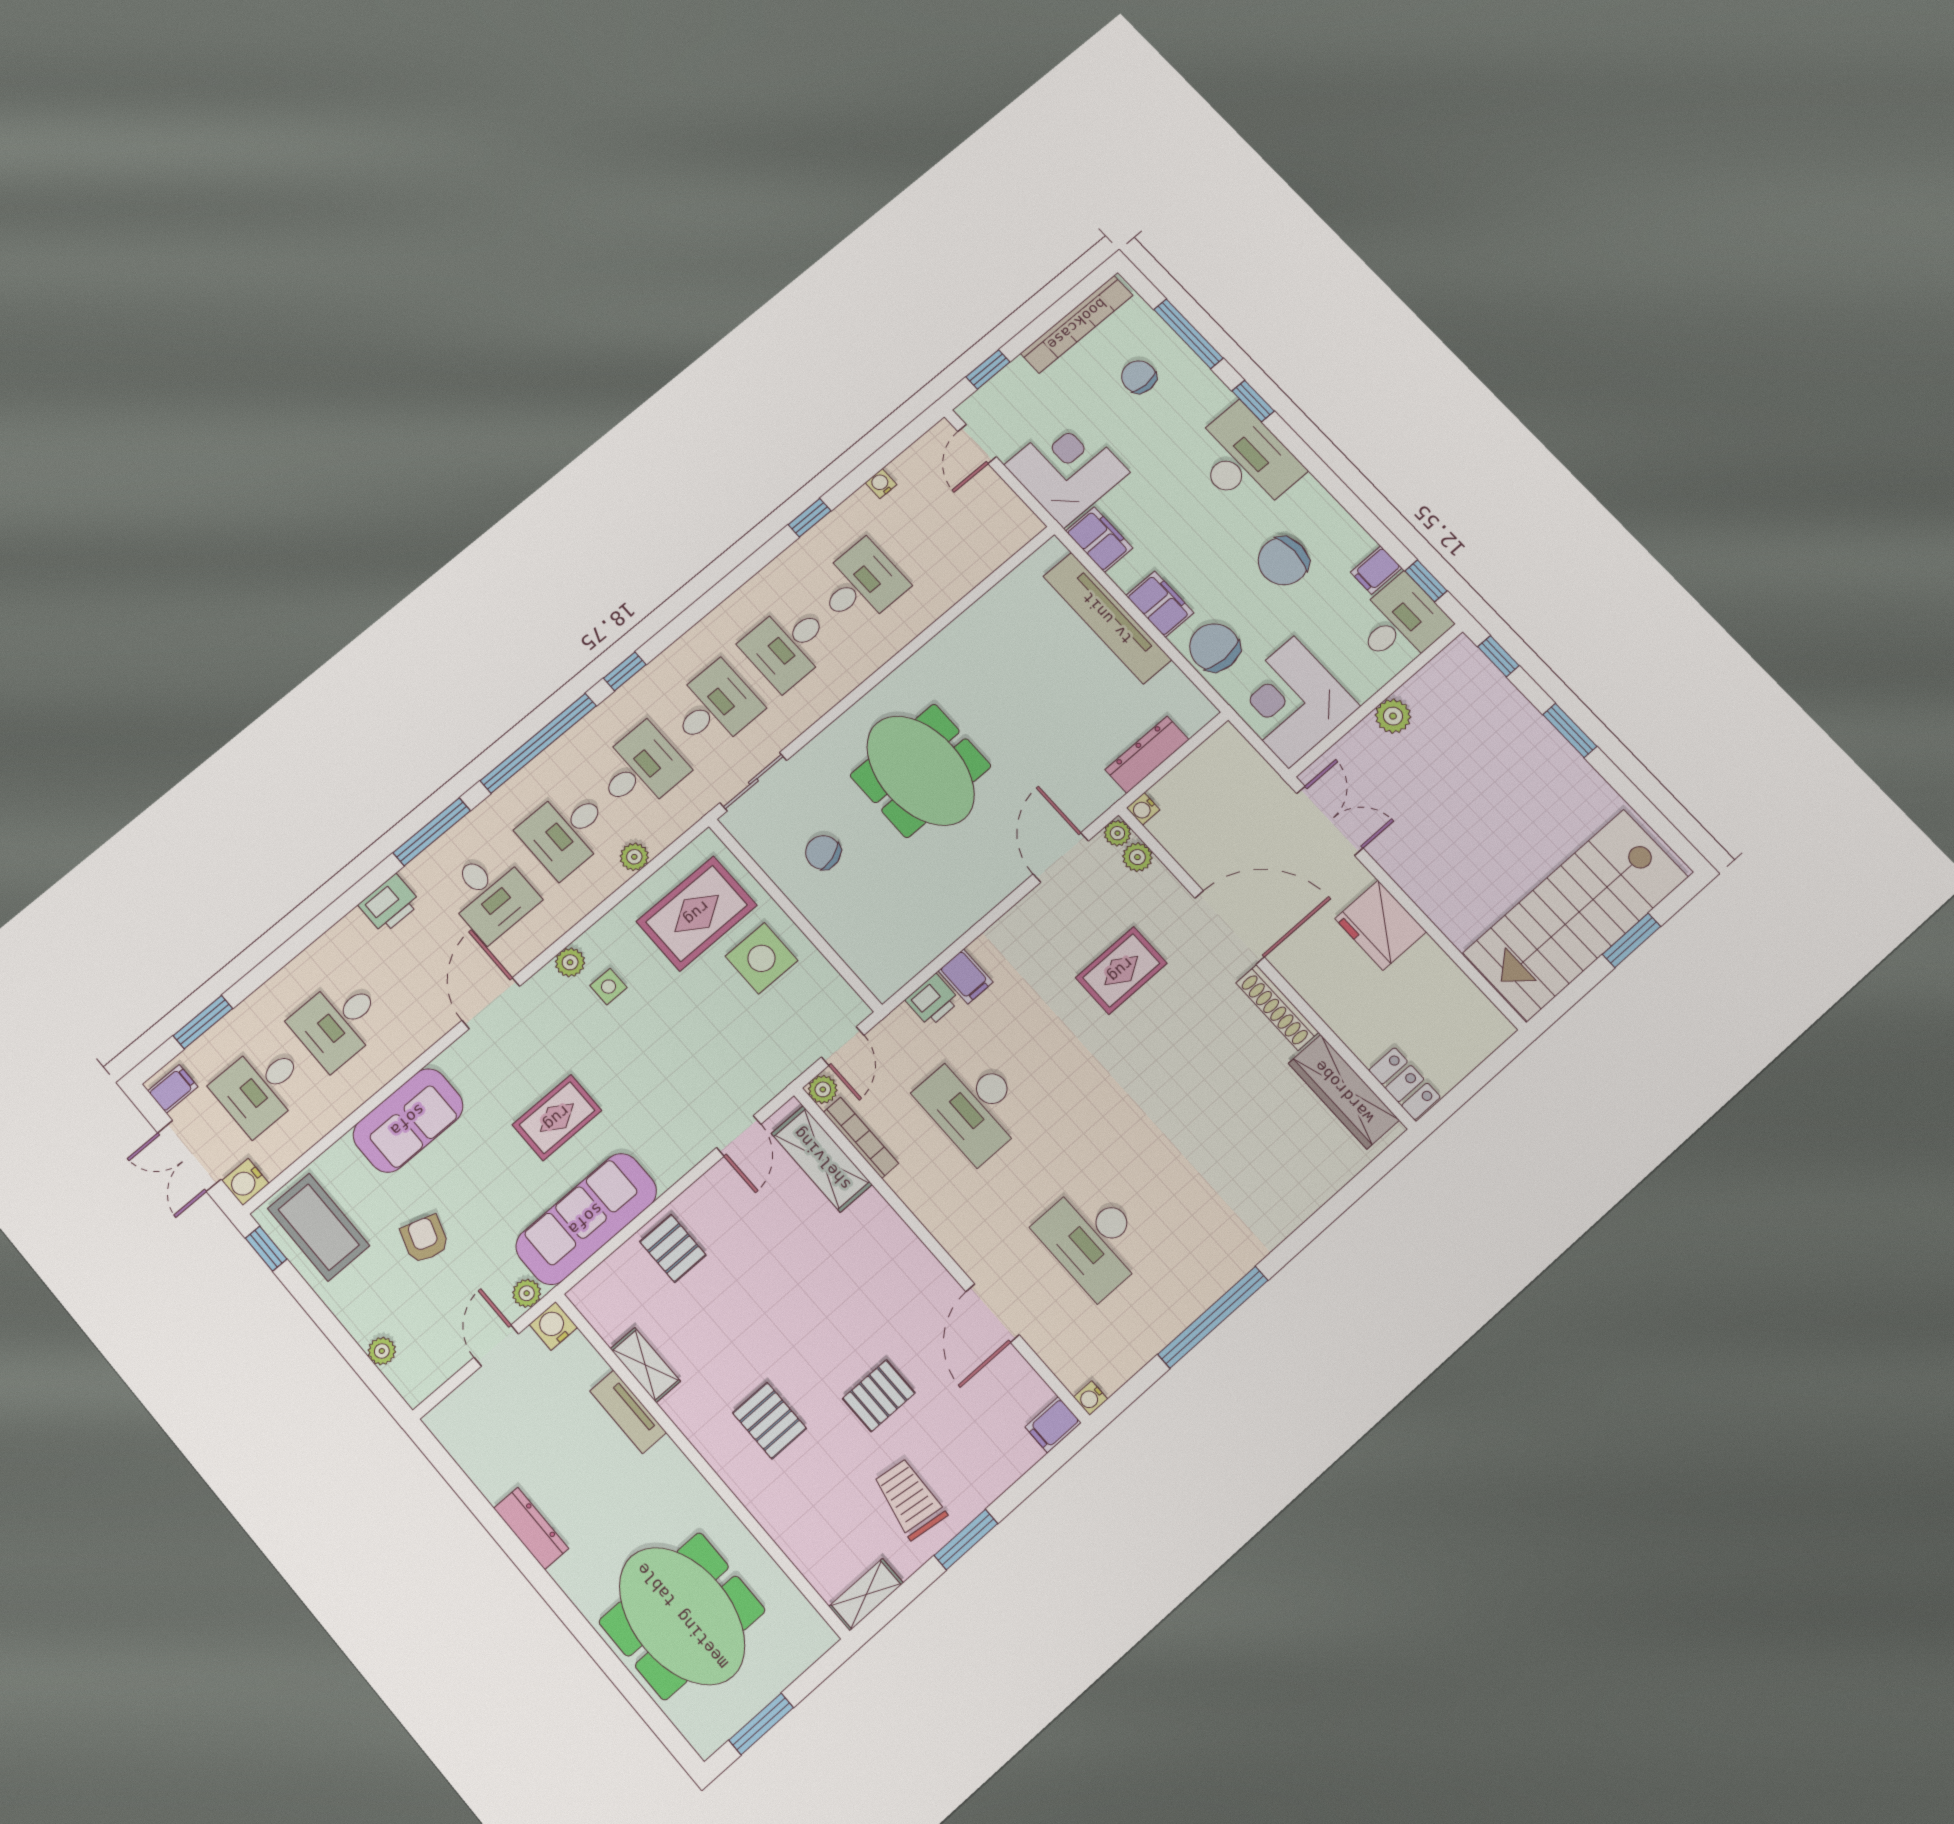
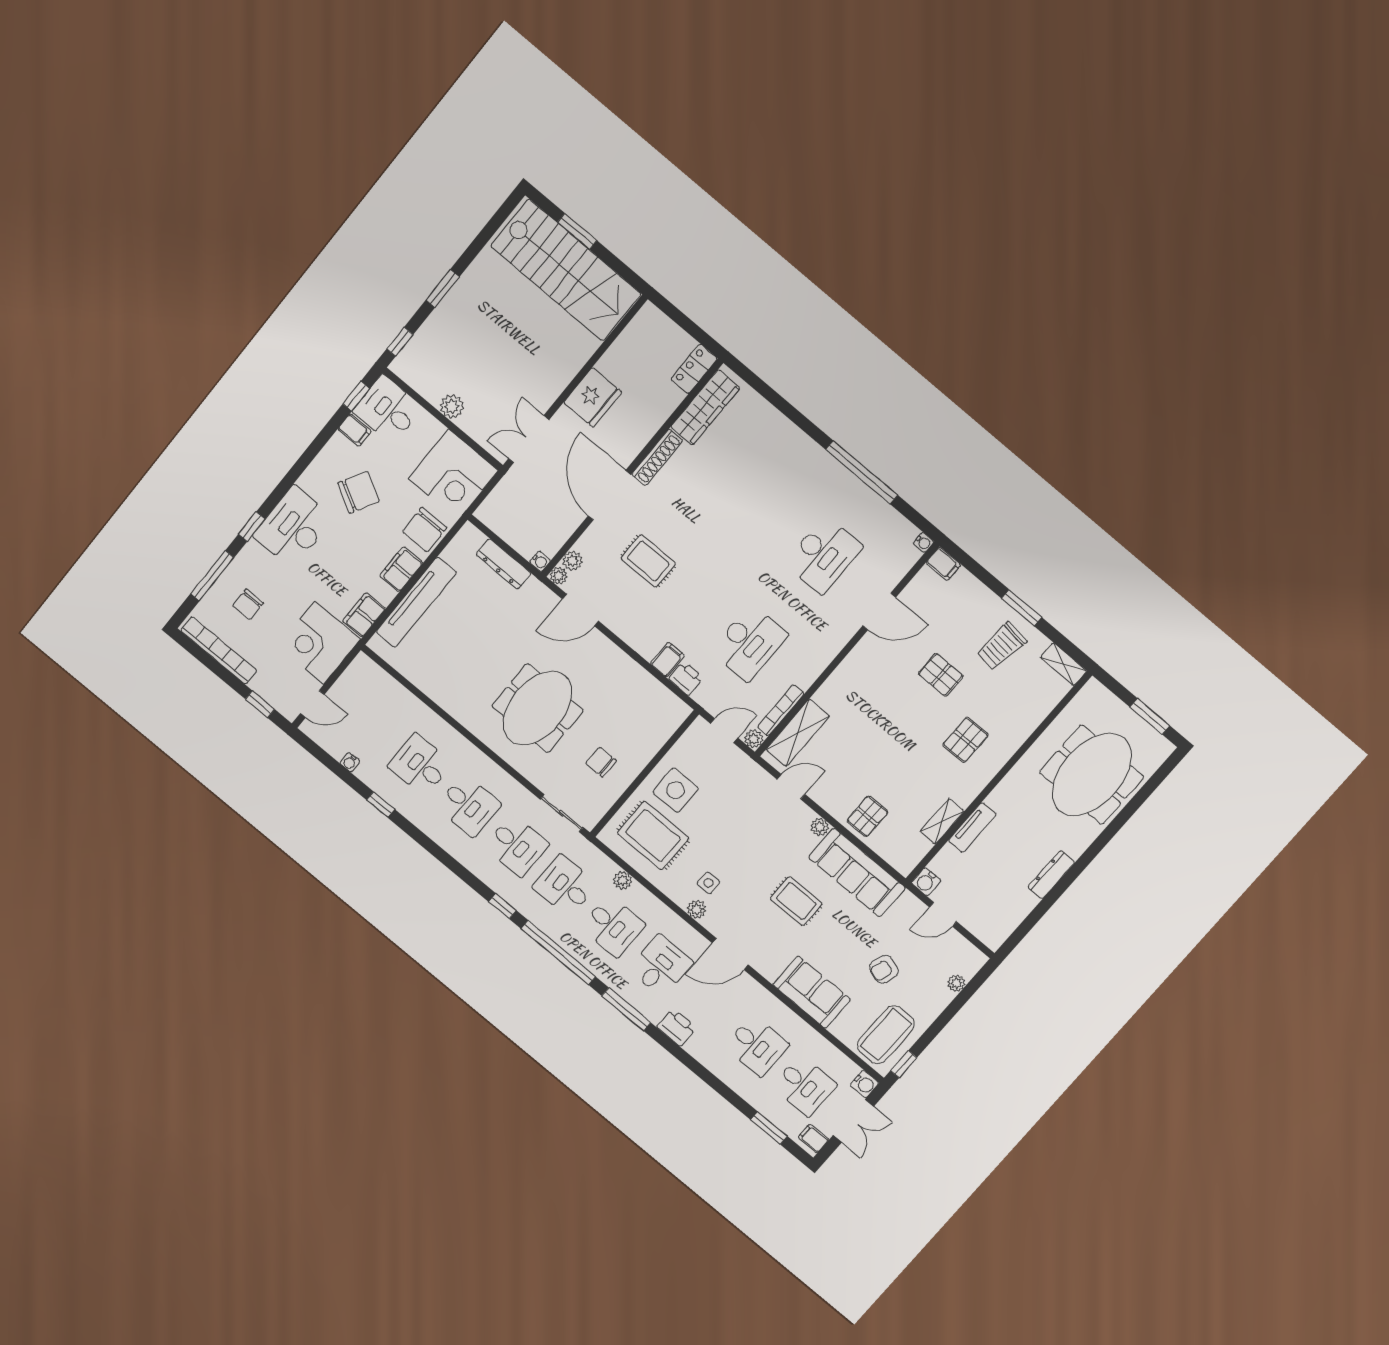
chair: (1283, 561) -> (359, 492), turned -61
desk: (715, 707) -> (517, 846), turned 180
chair: (823, 852) -> (601, 762), turned 107
plant: (527, 1293) -> (820, 827), moved

